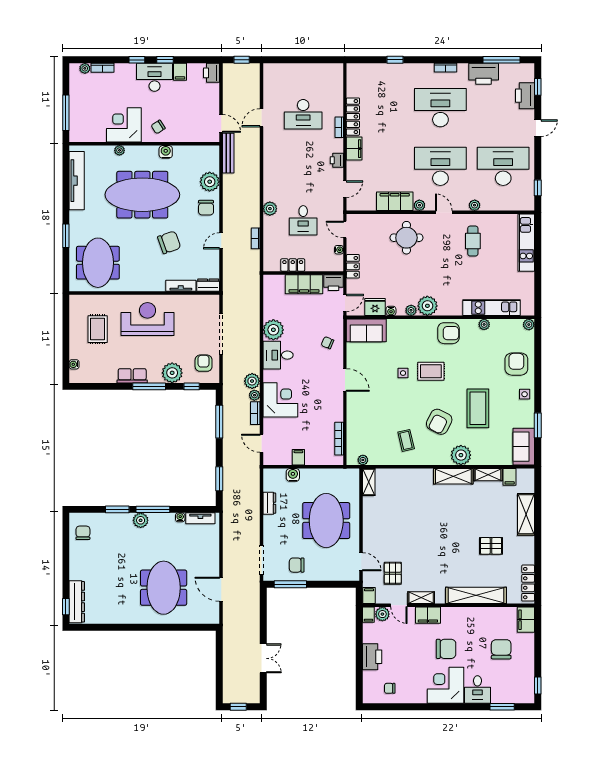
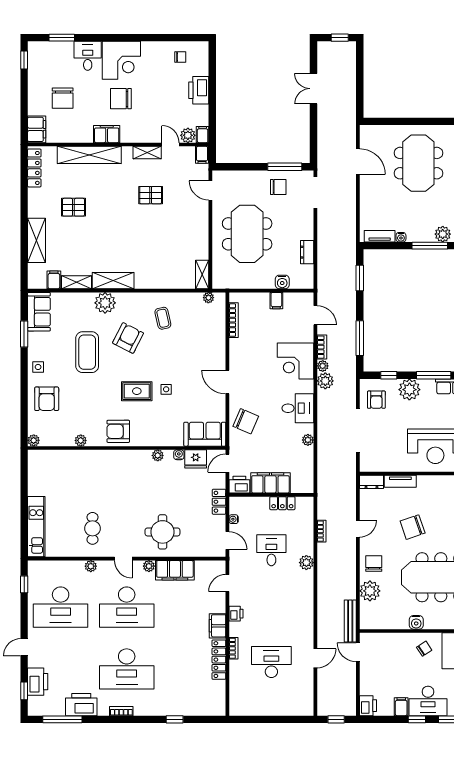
plant: (427, 306) -> (140, 460), removed
kitchen unit: (491, 308) -> (73, 458), removed
plant: (273, 330) -> (308, 440), width x0.53, depth x0.53
chair: (327, 343) -> (246, 421), width x1.87, depth x1.87
pallet: (393, 573) -> (151, 195), moved, turned 90
filing cabinet: (428, 615) -> (107, 134), moved

